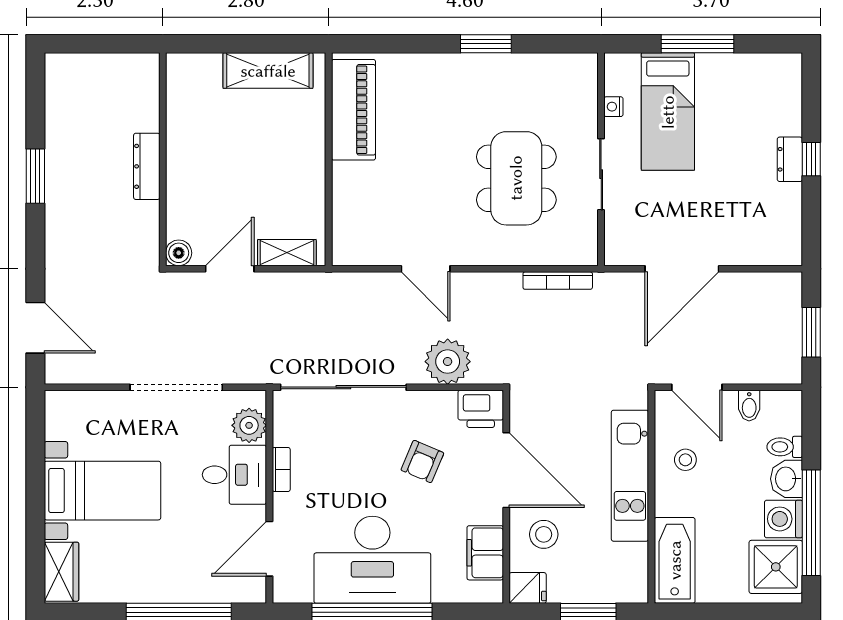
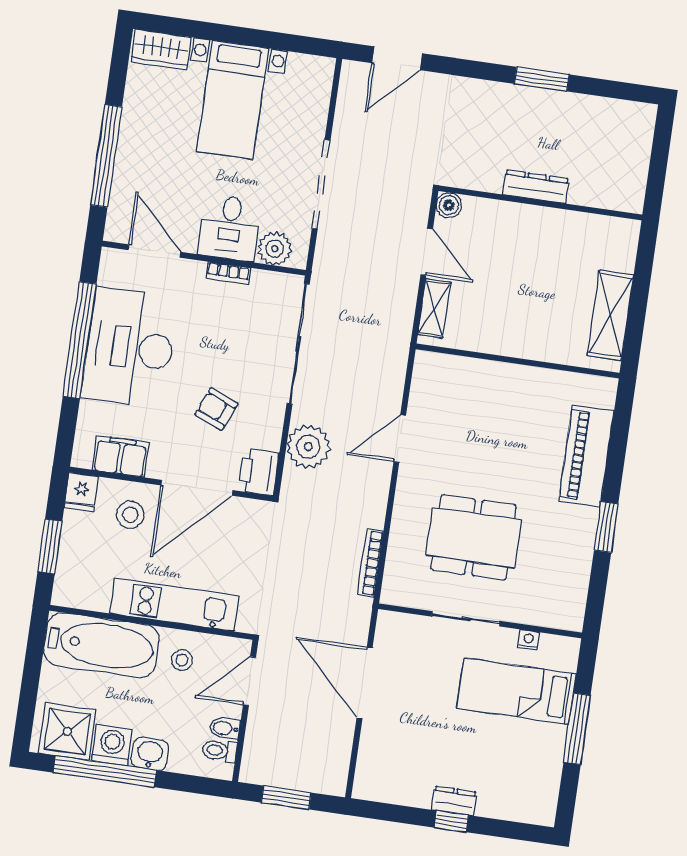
piano: (353, 110) -> (586, 456), moved, turned 90
toilet: (785, 447) -> (219, 751), moved, turned -90
bathtub: (675, 560) -> (101, 645), width x1.36, depth x1.36

